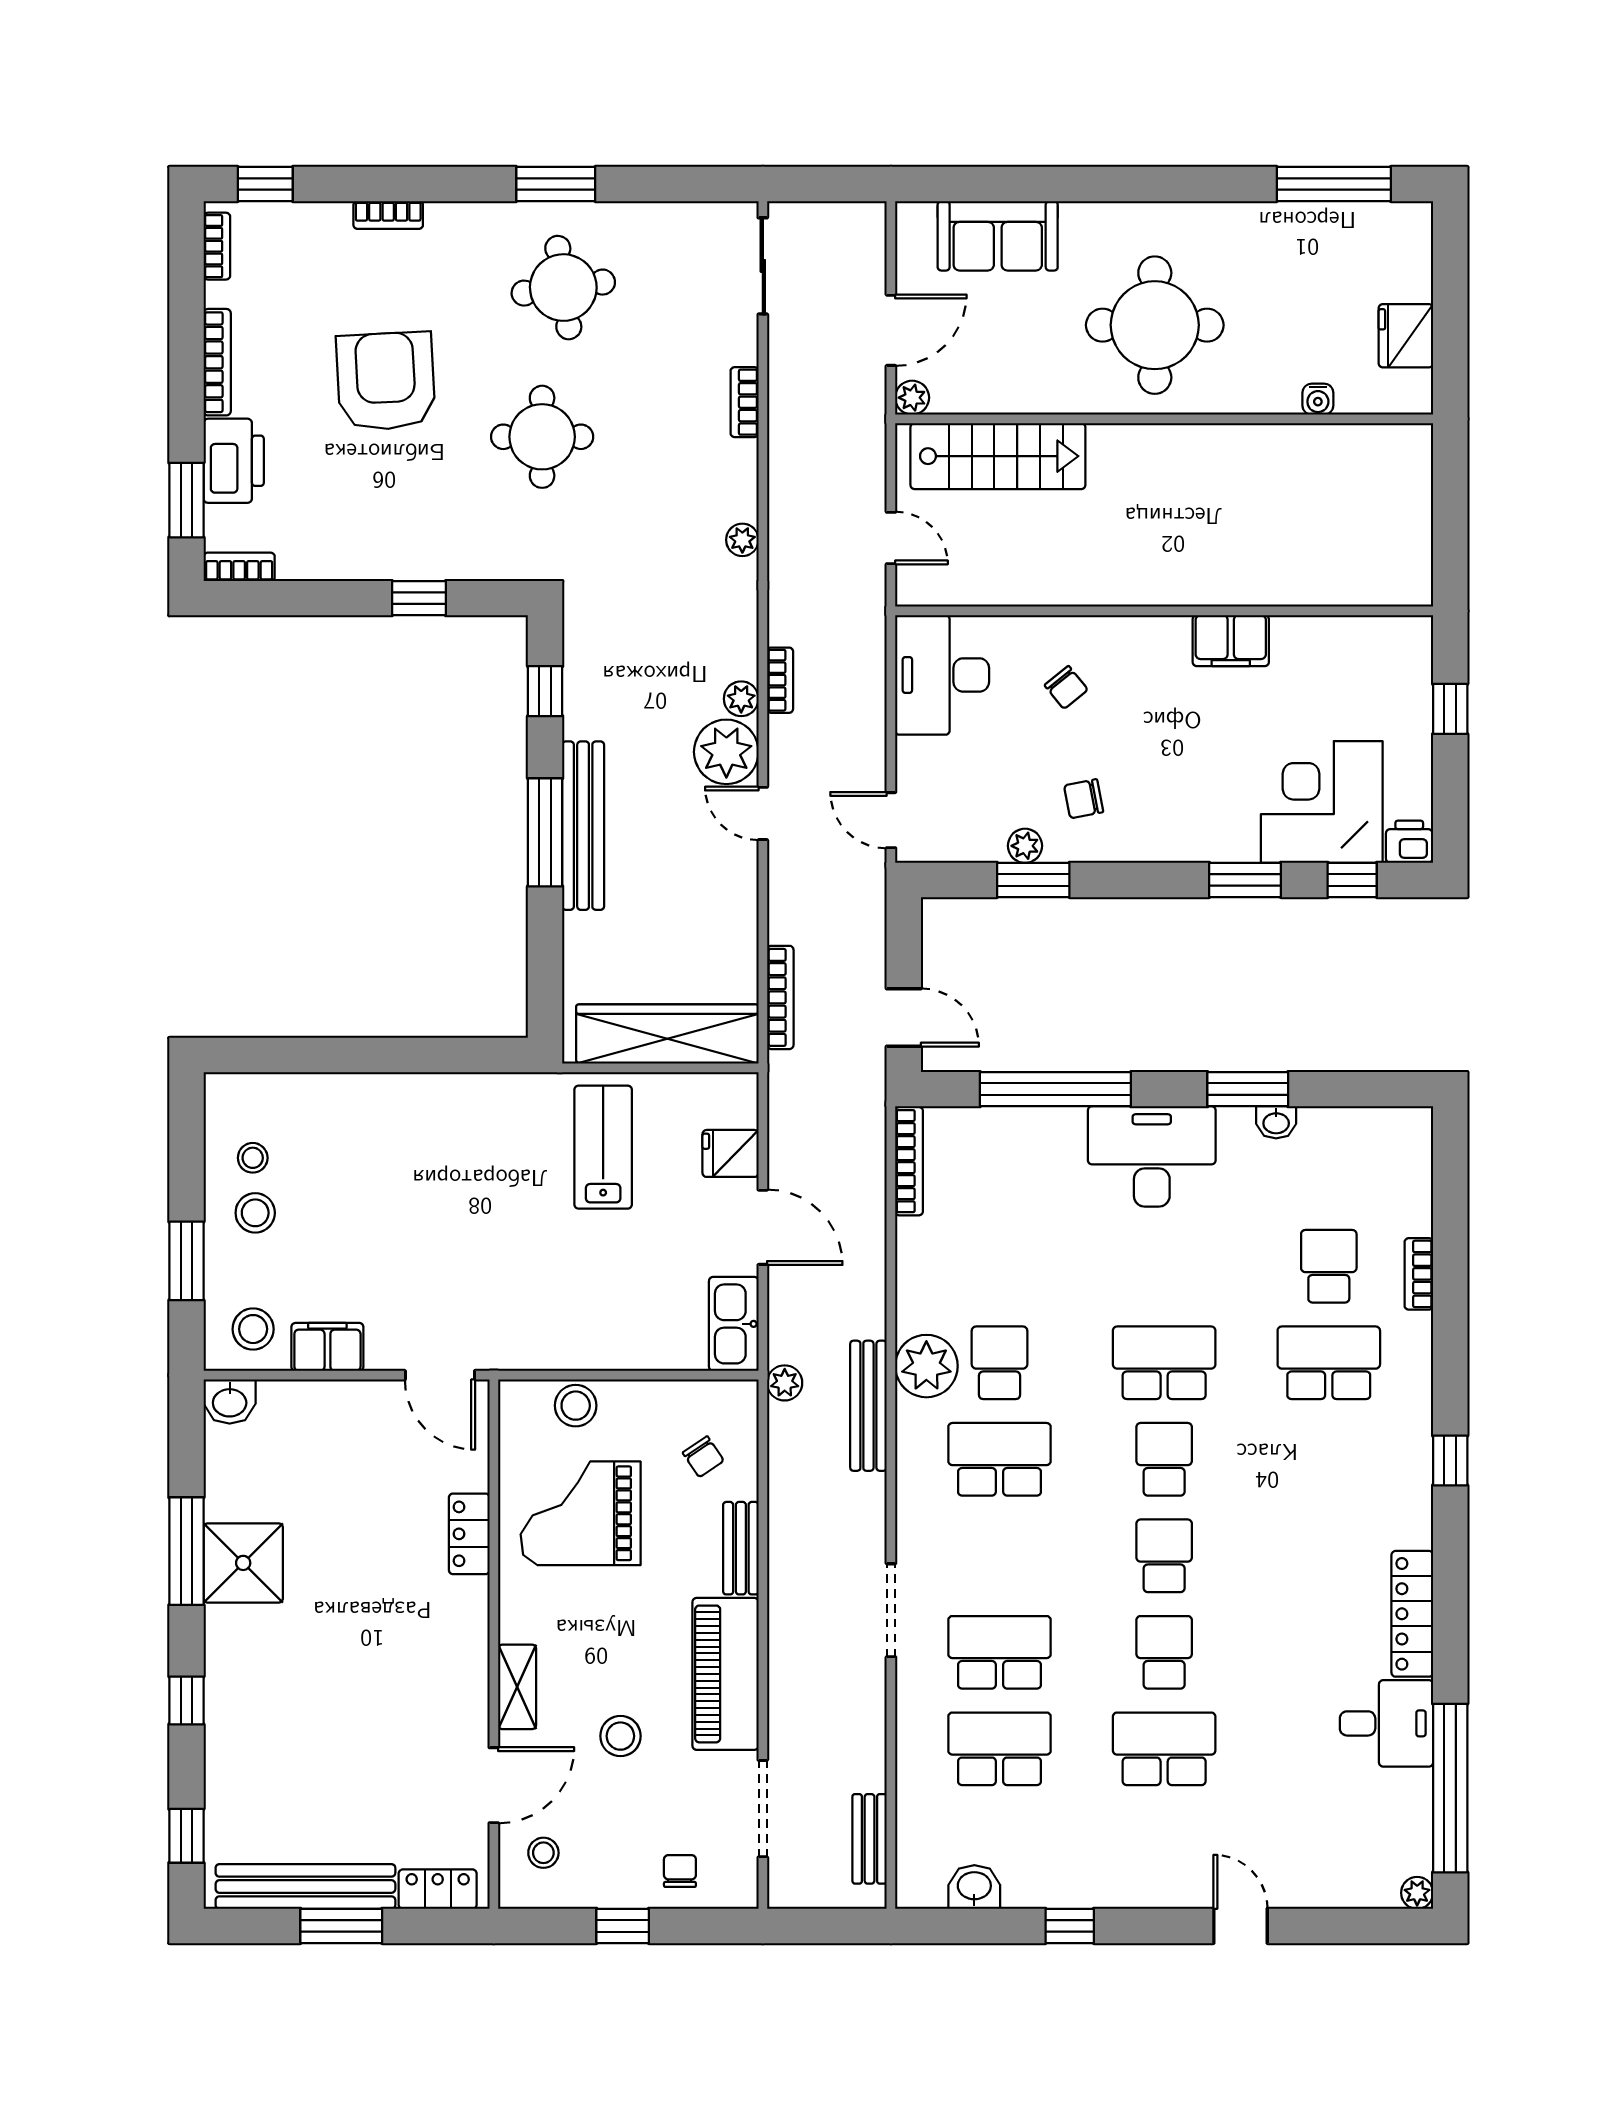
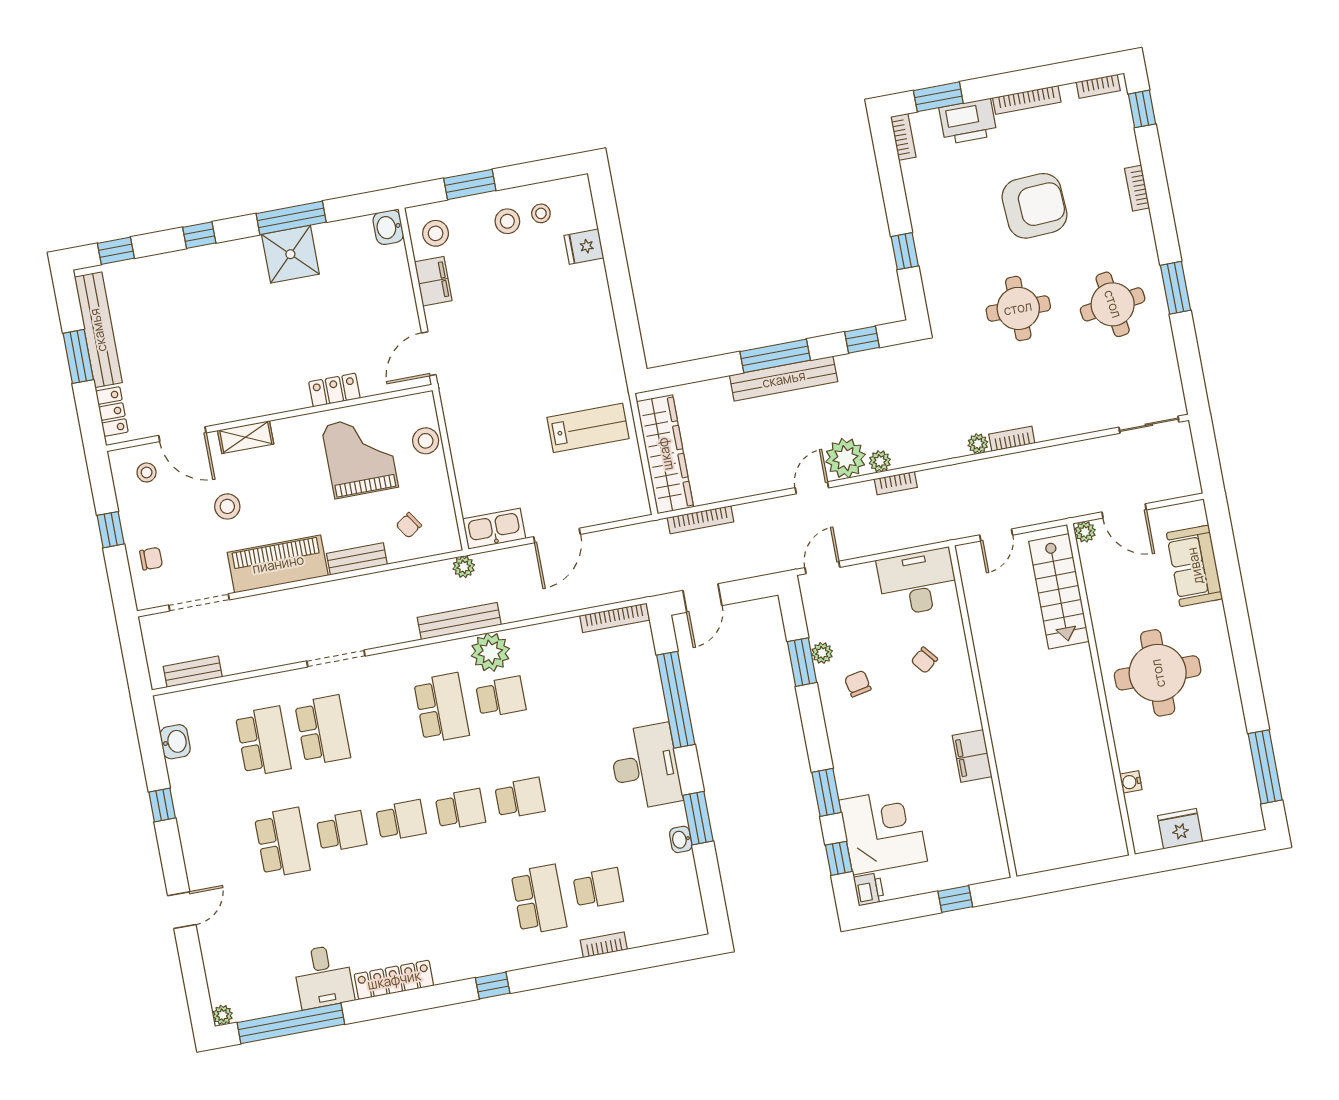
bookcase: (745, 402) -> (1012, 439), moved
fridge: (730, 1153) -> (584, 247), moved, turned -90
school desk: (1164, 1363) -> (520, 798), width x0.54

